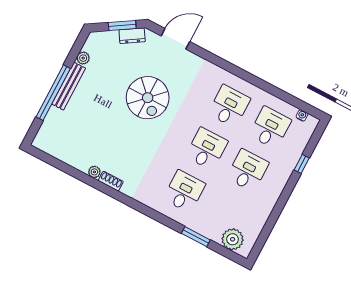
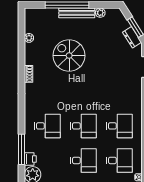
spiral stairs: (148, 98) -> (69, 56), moved, turned 90
plant: (94, 172) -> (29, 38), moved
printer: (213, 232) -> (30, 159), added
window: (196, 237) -> (22, 149), width x1.44

